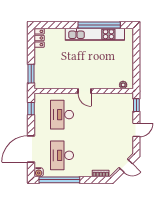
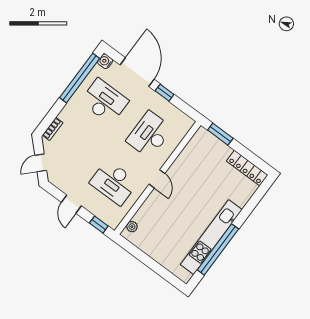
locker: (39, 38) -> (247, 168), width x1.53
door: (84, 91) -> (157, 179), swing flipped
window: (31, 109) -> (165, 93), moved
desk: (62, 115) -> (149, 135), turned -90
desk: (105, 115) -> (114, 182), added

